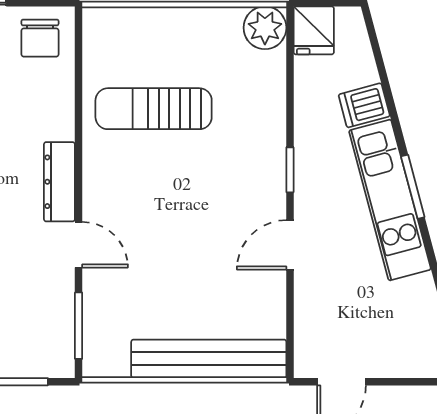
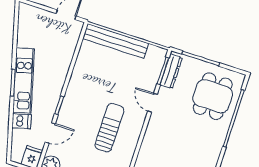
sun lounger: (154, 109) -> (109, 128), moved, turned -90
dresser: (59, 182) -> (171, 71), moved
door: (290, 245) -> (50, 133), moved

